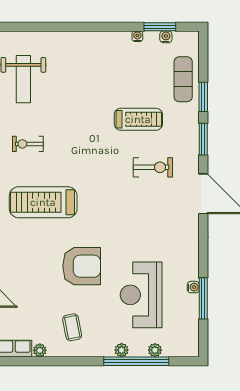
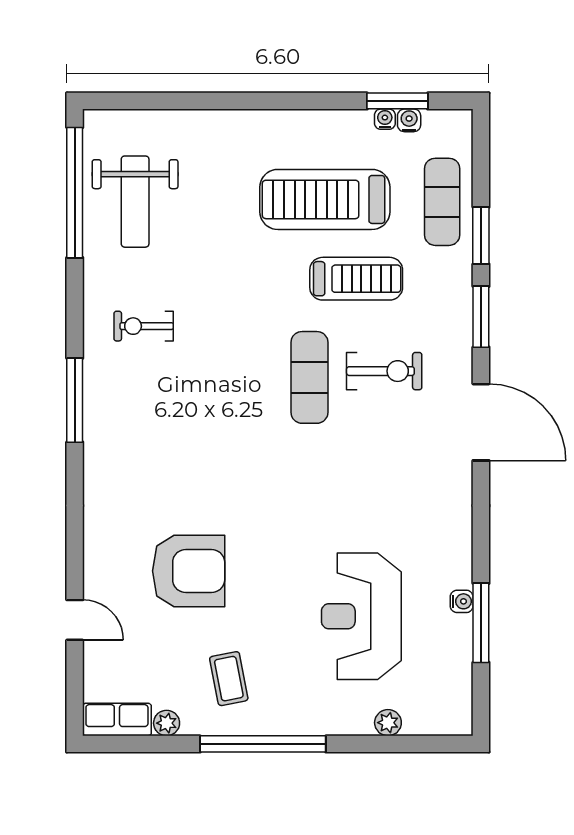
water cooler: (137, 36) -> (385, 119), moved
exercise mat: (114, 171) -> (309, 377), added
treadmill: (43, 202) -> (325, 199), moved
armchair: (82, 266) -> (189, 571), moved
plant: (122, 350) -> (324, 722), removed
window: (136, 361) -> (263, 744), moved

